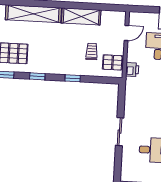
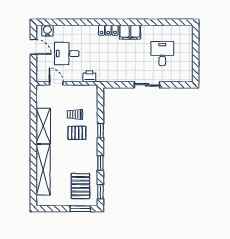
pallet: (113, 62) -> (77, 133), moved, turned 90

